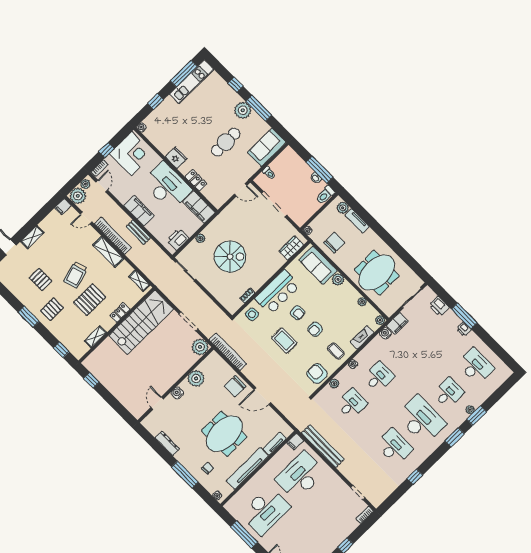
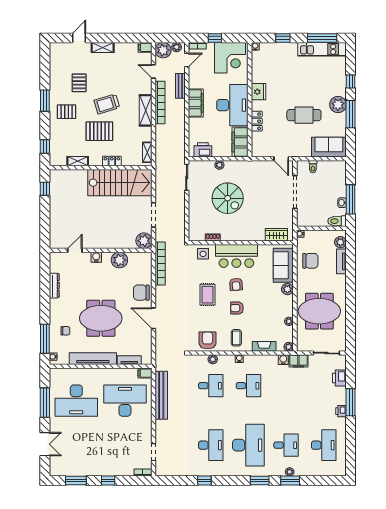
bench: (138, 232) -> (180, 86), moved
window: (185, 475) -> (45, 339), moved

